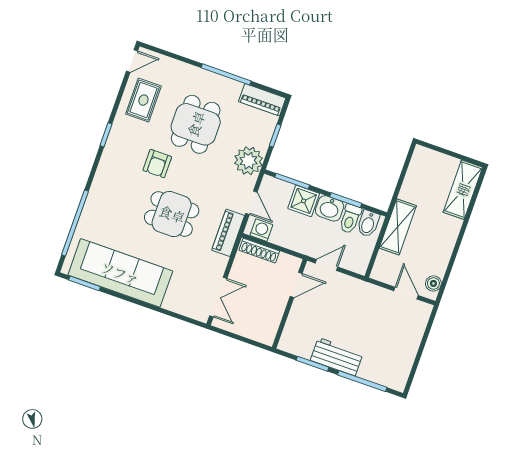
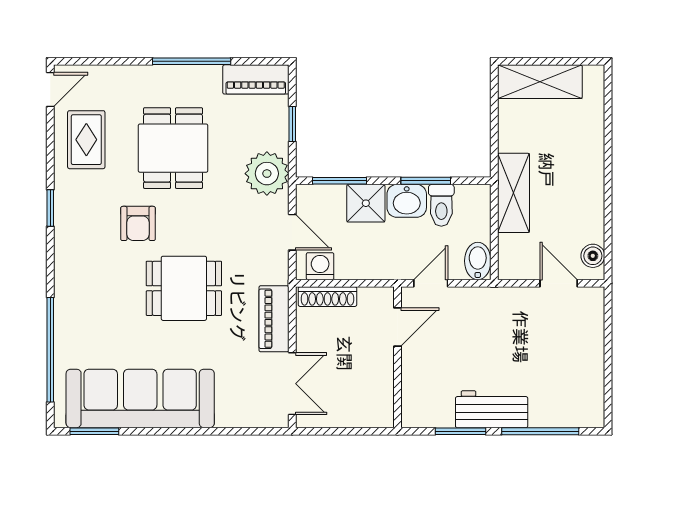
shelving: (463, 190) -> (540, 82), moved, turned 90
bidet: (368, 224) -> (478, 261), moved, turned 180
piano: (228, 233) -> (274, 319), moved

